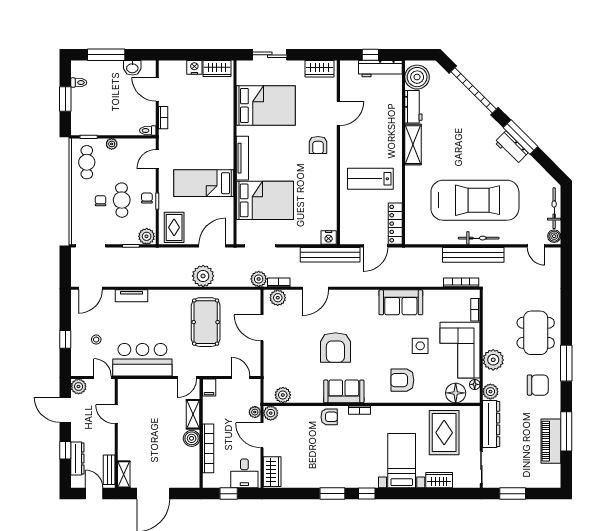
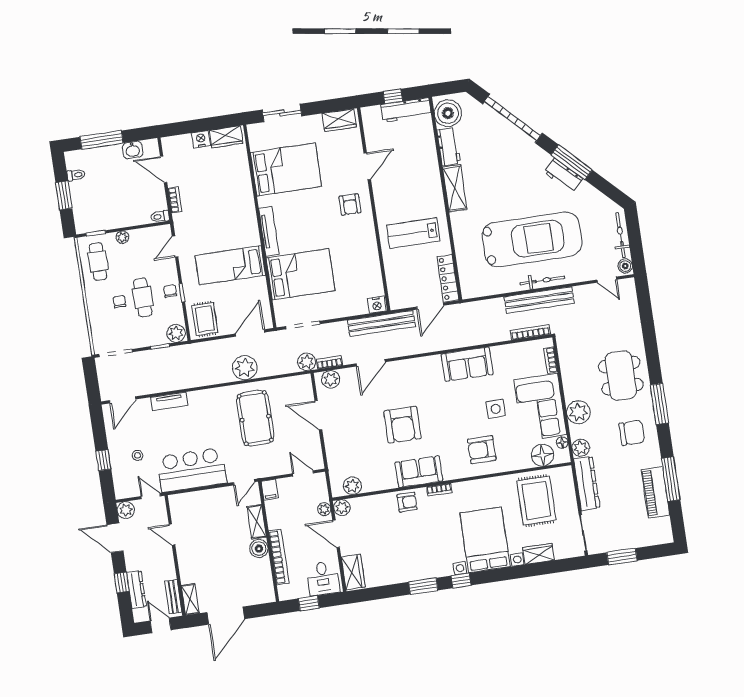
bed with nightstands: (402, 461) -> (485, 540), width x1.36

